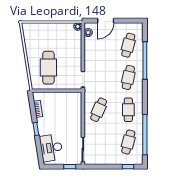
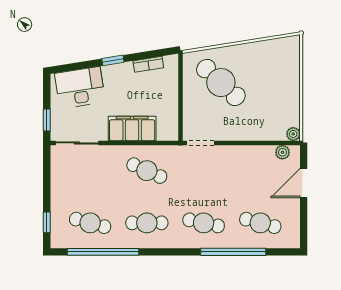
door: (106, 21) -> (304, 183), hinge flipped
cafe table: (48, 68) -> (221, 83), turned 43
filing cabinet: (75, 118) -> (132, 129), added

